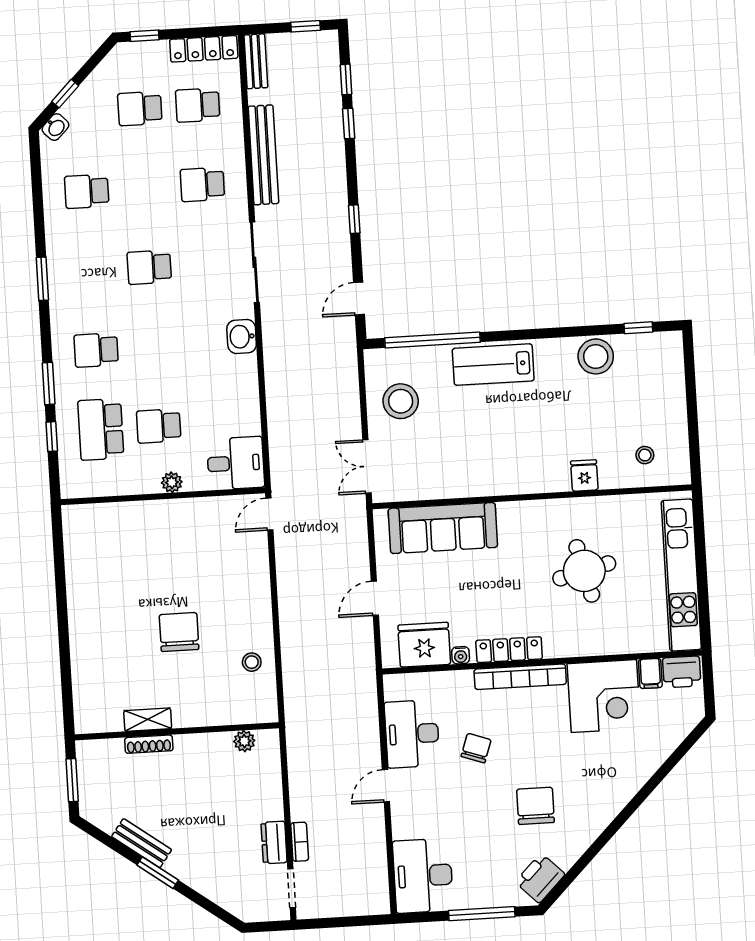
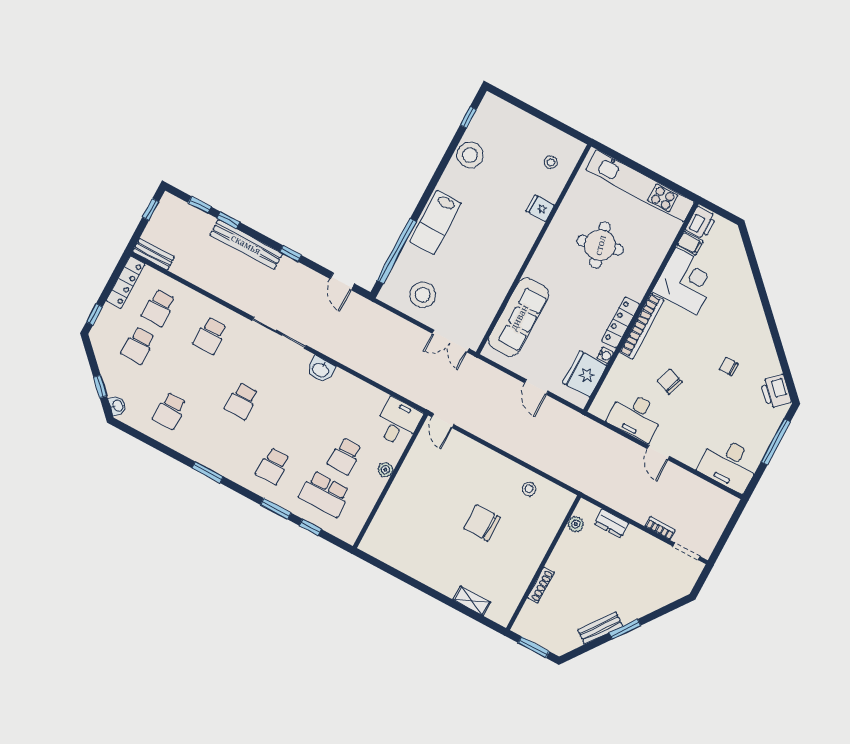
bench: (263, 155) -> (246, 244), moved
shelving: (148, 720) -> (472, 601), moved, turned 90
chair: (535, 806) -> (729, 366), width x0.54, depth x0.54
dresser: (274, 842) -> (612, 524), moved

